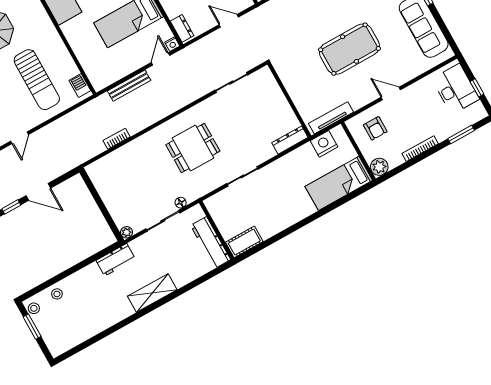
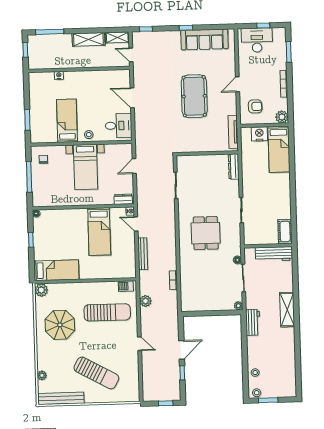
plant: (74, 118) -> (145, 301), added
nightstand: (324, 144) -> (259, 134), moved, turned 90

